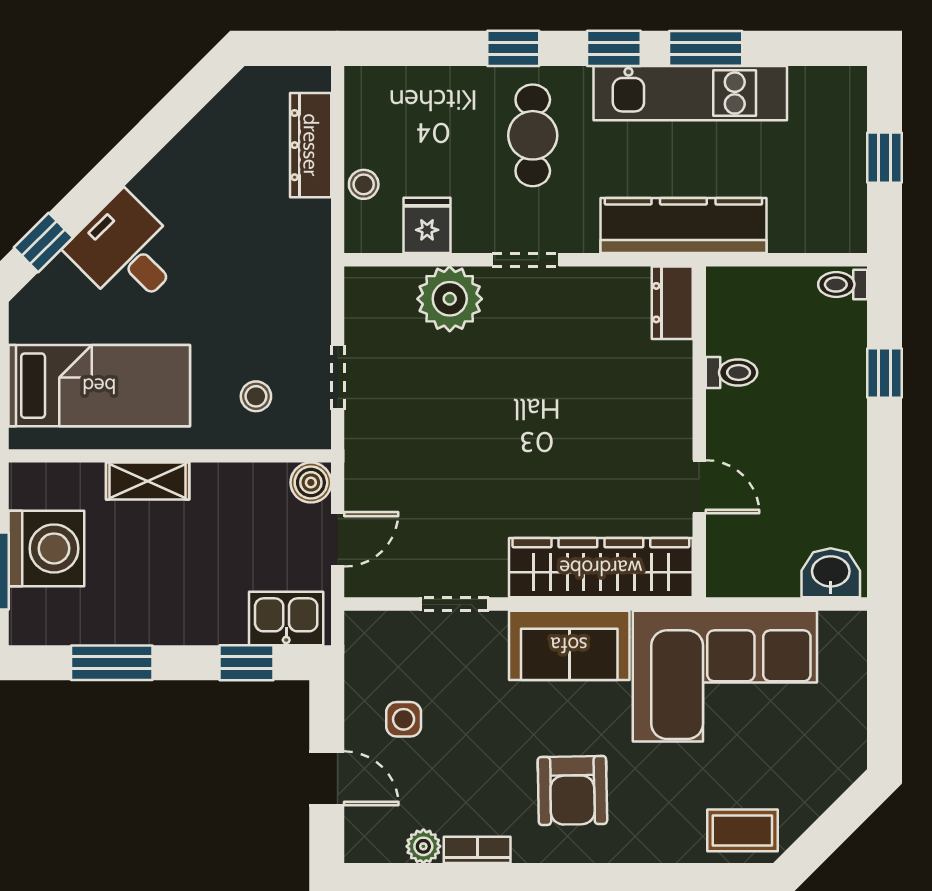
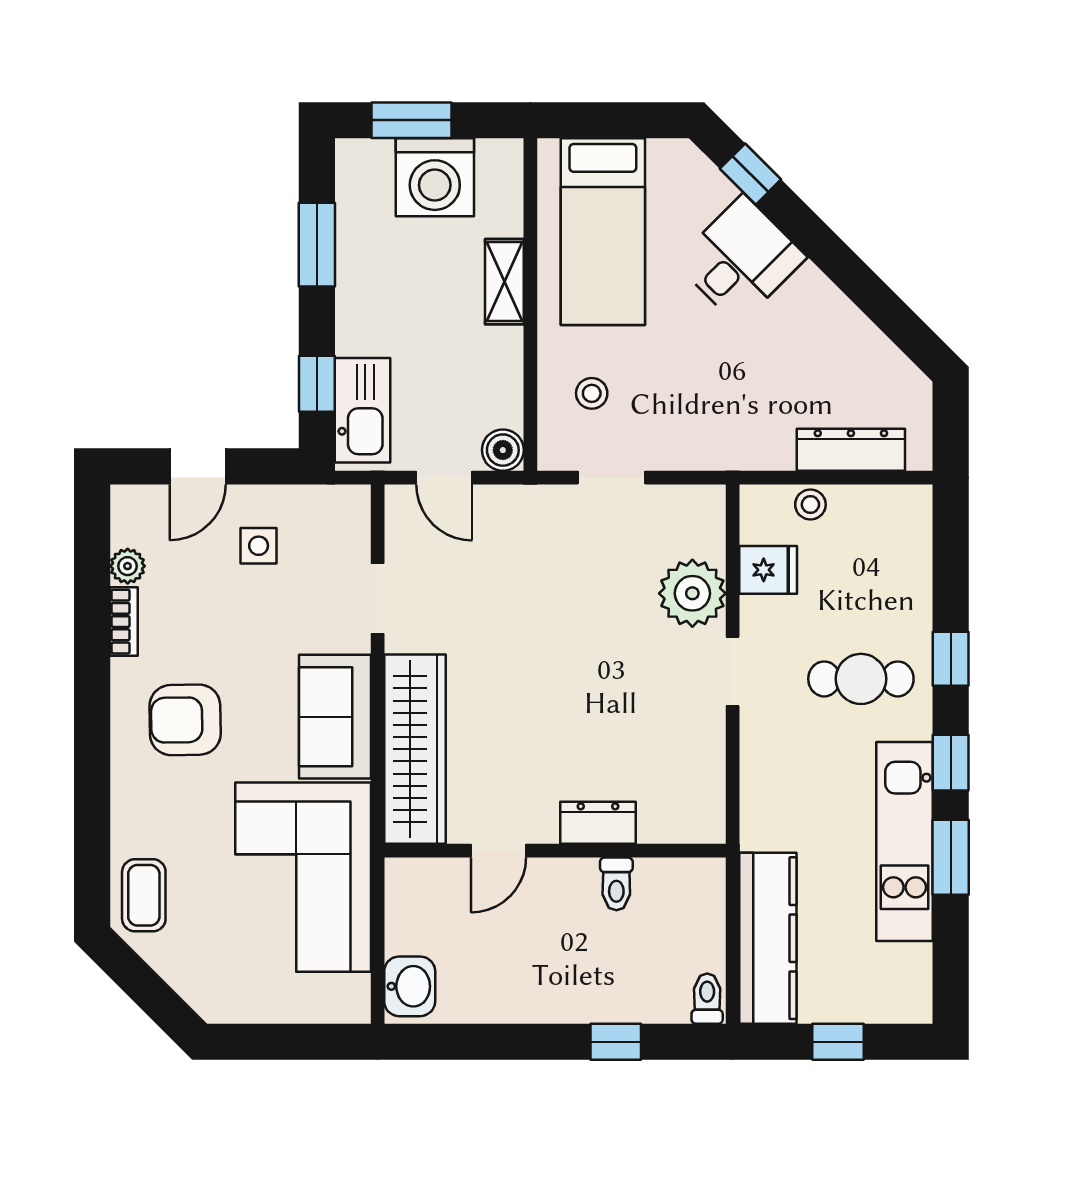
kitchen counter: (683, 226) -> (768, 938), moved
dresser: (672, 303) -> (598, 823), moved
kitchen sink: (286, 619) -> (362, 410), width x1.38

